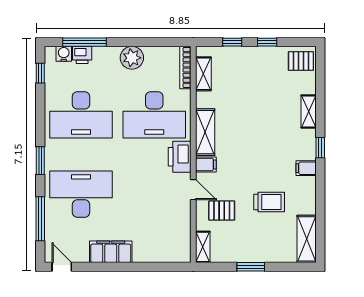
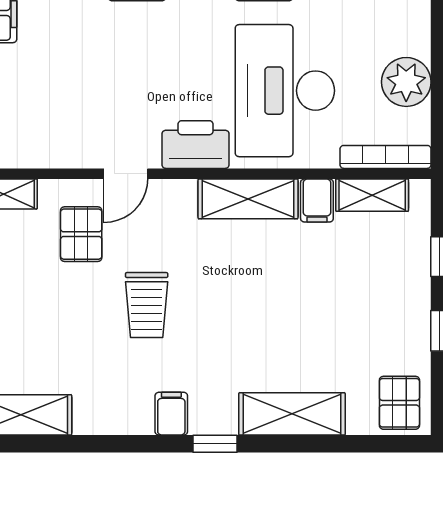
plant: (132, 58) -> (406, 82), moved
shelving: (309, 111) -> (292, 414), width x1.50, depth x1.33
filing cabinet: (206, 164) -> (317, 201), moved
trolley: (269, 202) -> (147, 305), moved

